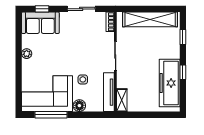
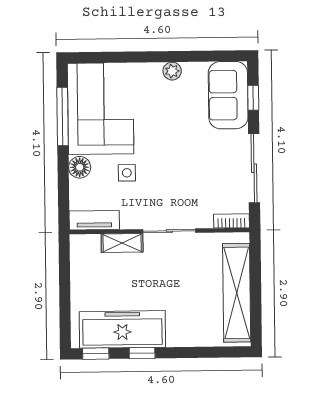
sliding door: (81, 9) -> (254, 168), width x1.37
window: (183, 37) -> (96, 354), moved
tv unit: (109, 92) -> (94, 220), width x0.71
shelving: (122, 100) -> (122, 243), moved

